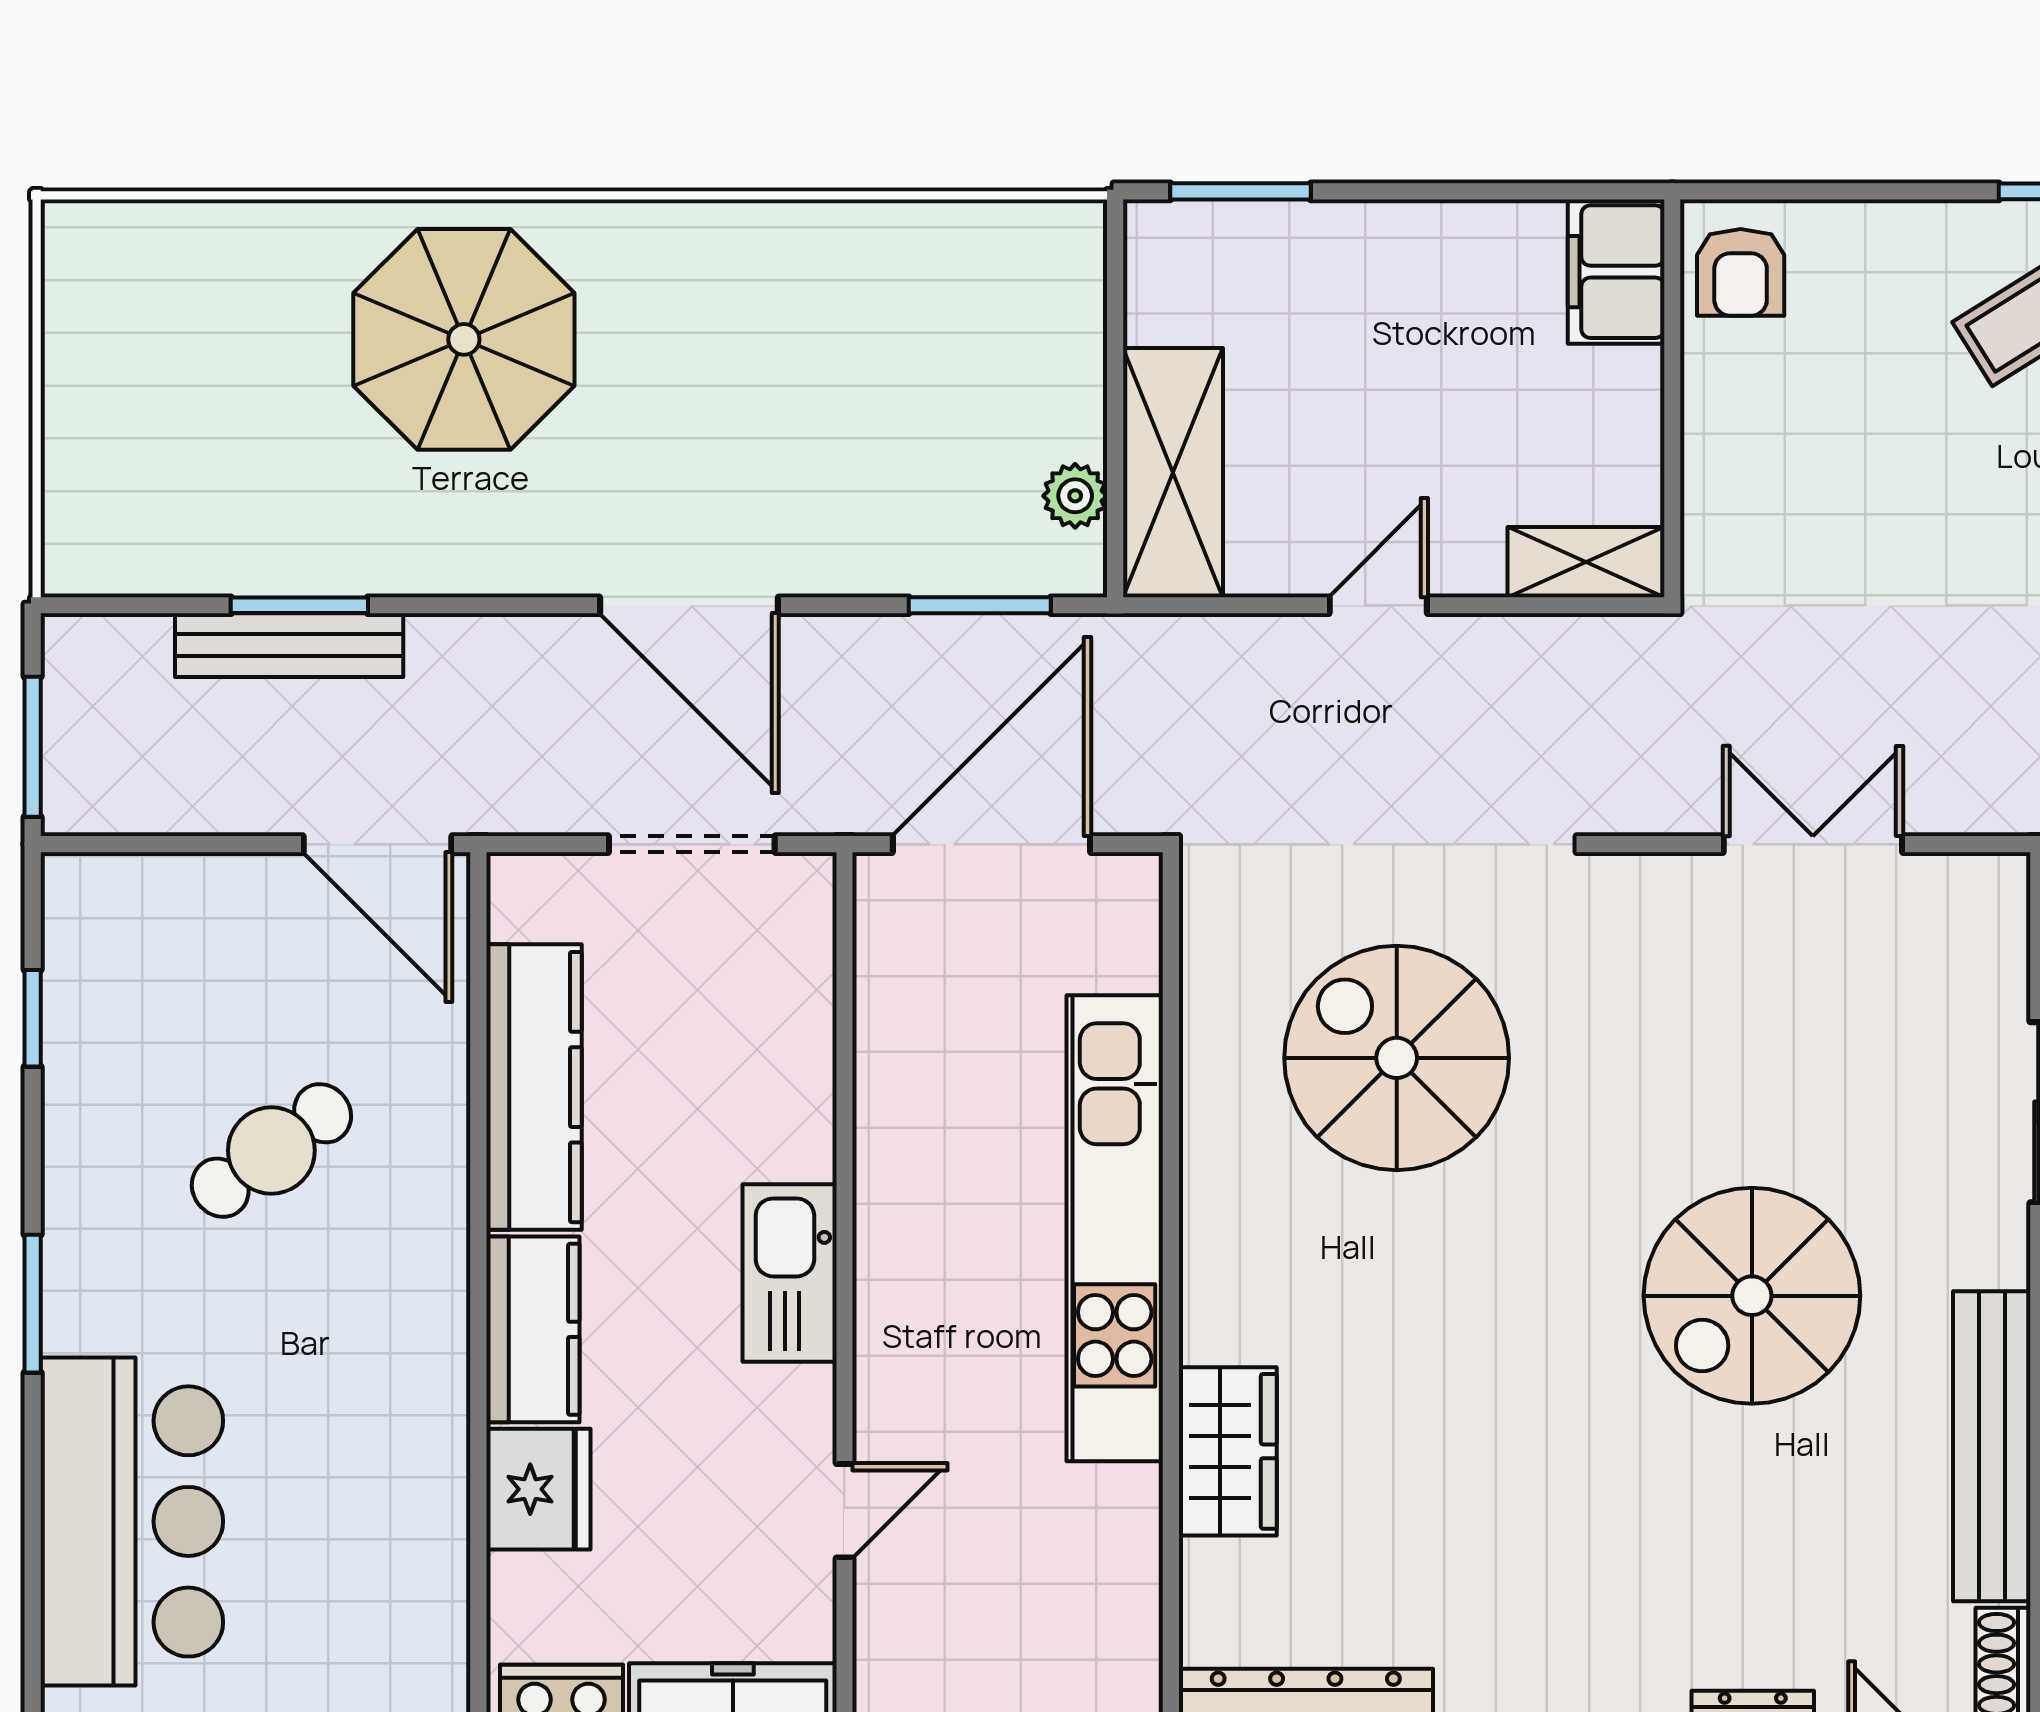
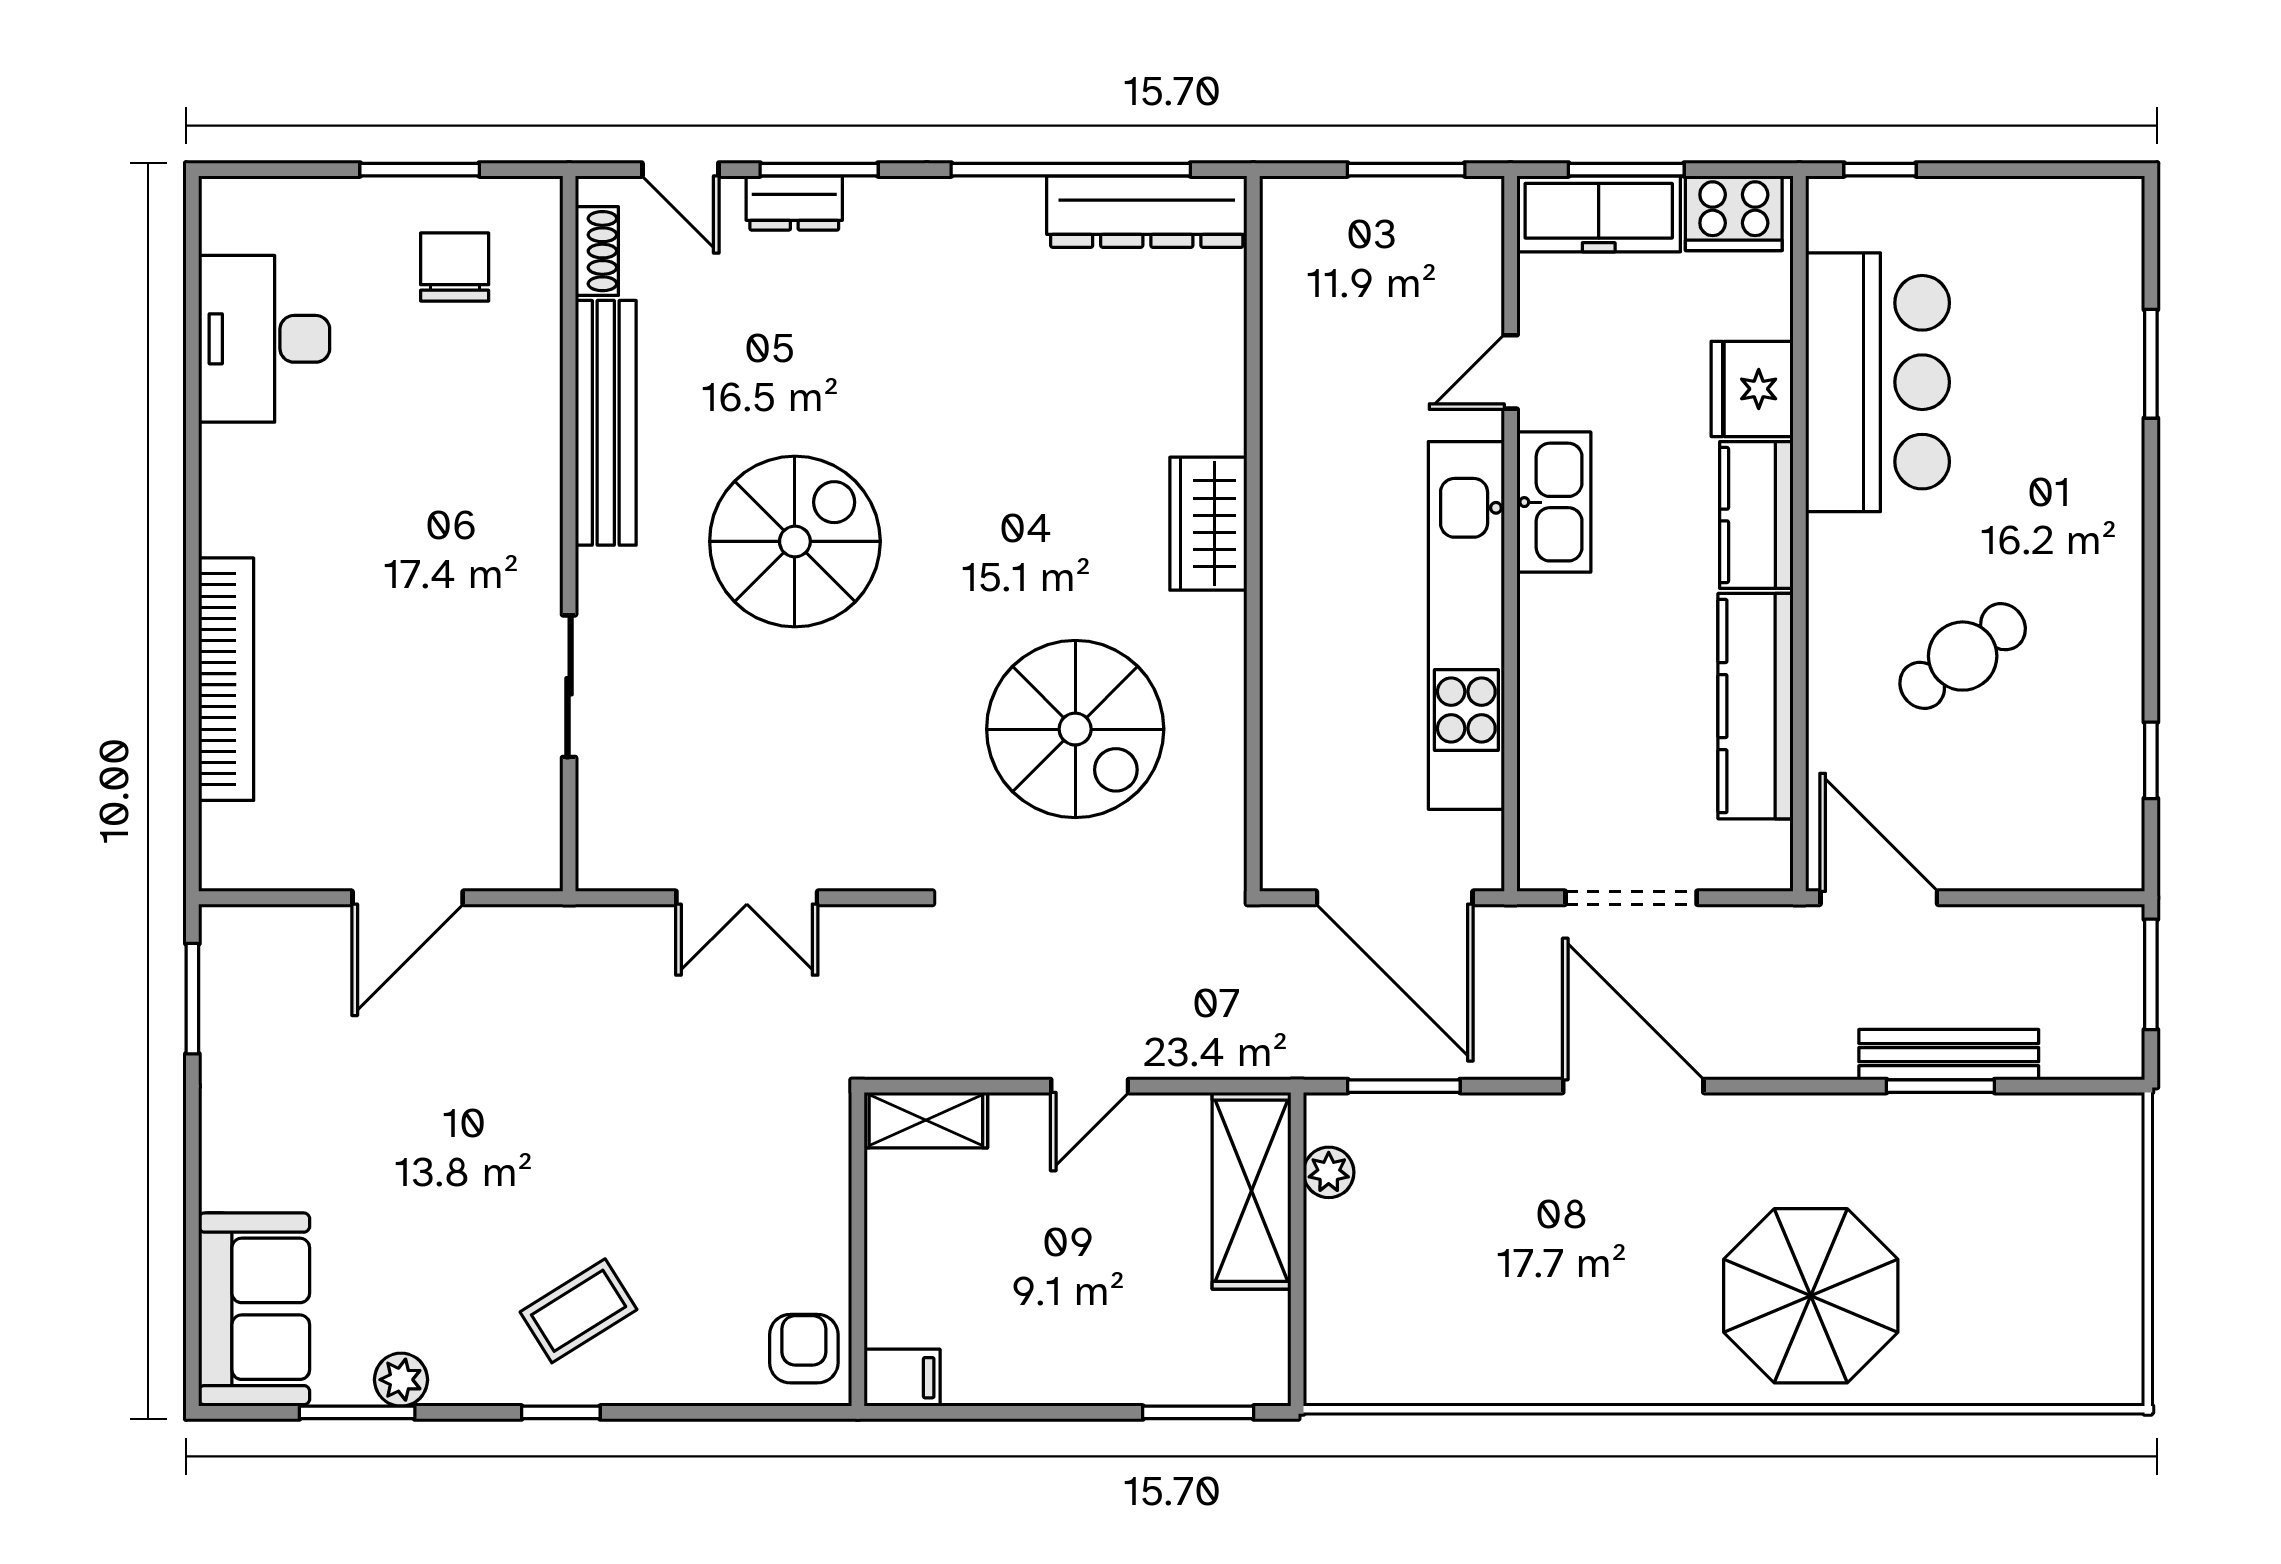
filing cabinet: (1616, 272) -> (902, 1378), width x0.50
door: (992, 844) -> (1395, 898), hinge flipped
kitchen unit: (1115, 1228) -> (1466, 625), moved, turned 180
kitchen sink: (790, 1273) -> (1554, 502), moved
window: (33, 1304) -> (2151, 364), moved
wardrobe: (1228, 1451) -> (1208, 524), moved
bar counter: (132, 1521) -> (1878, 382), moved, turned 180

